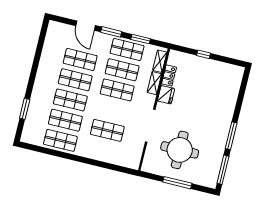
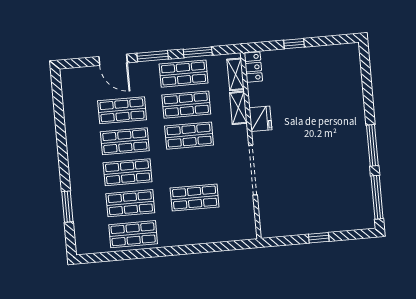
locker: (169, 75) -> (253, 67), moved
round table: (180, 150) -> (306, 190), removed
window: (177, 183) -> (319, 238), width x0.46

